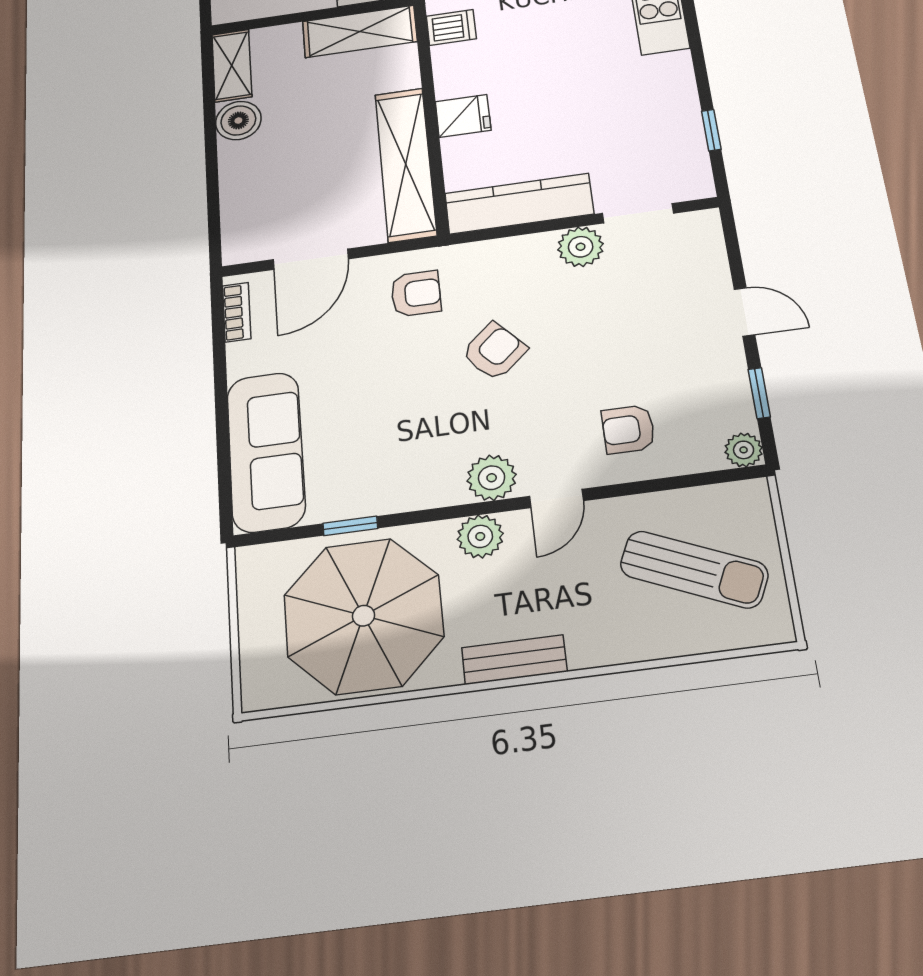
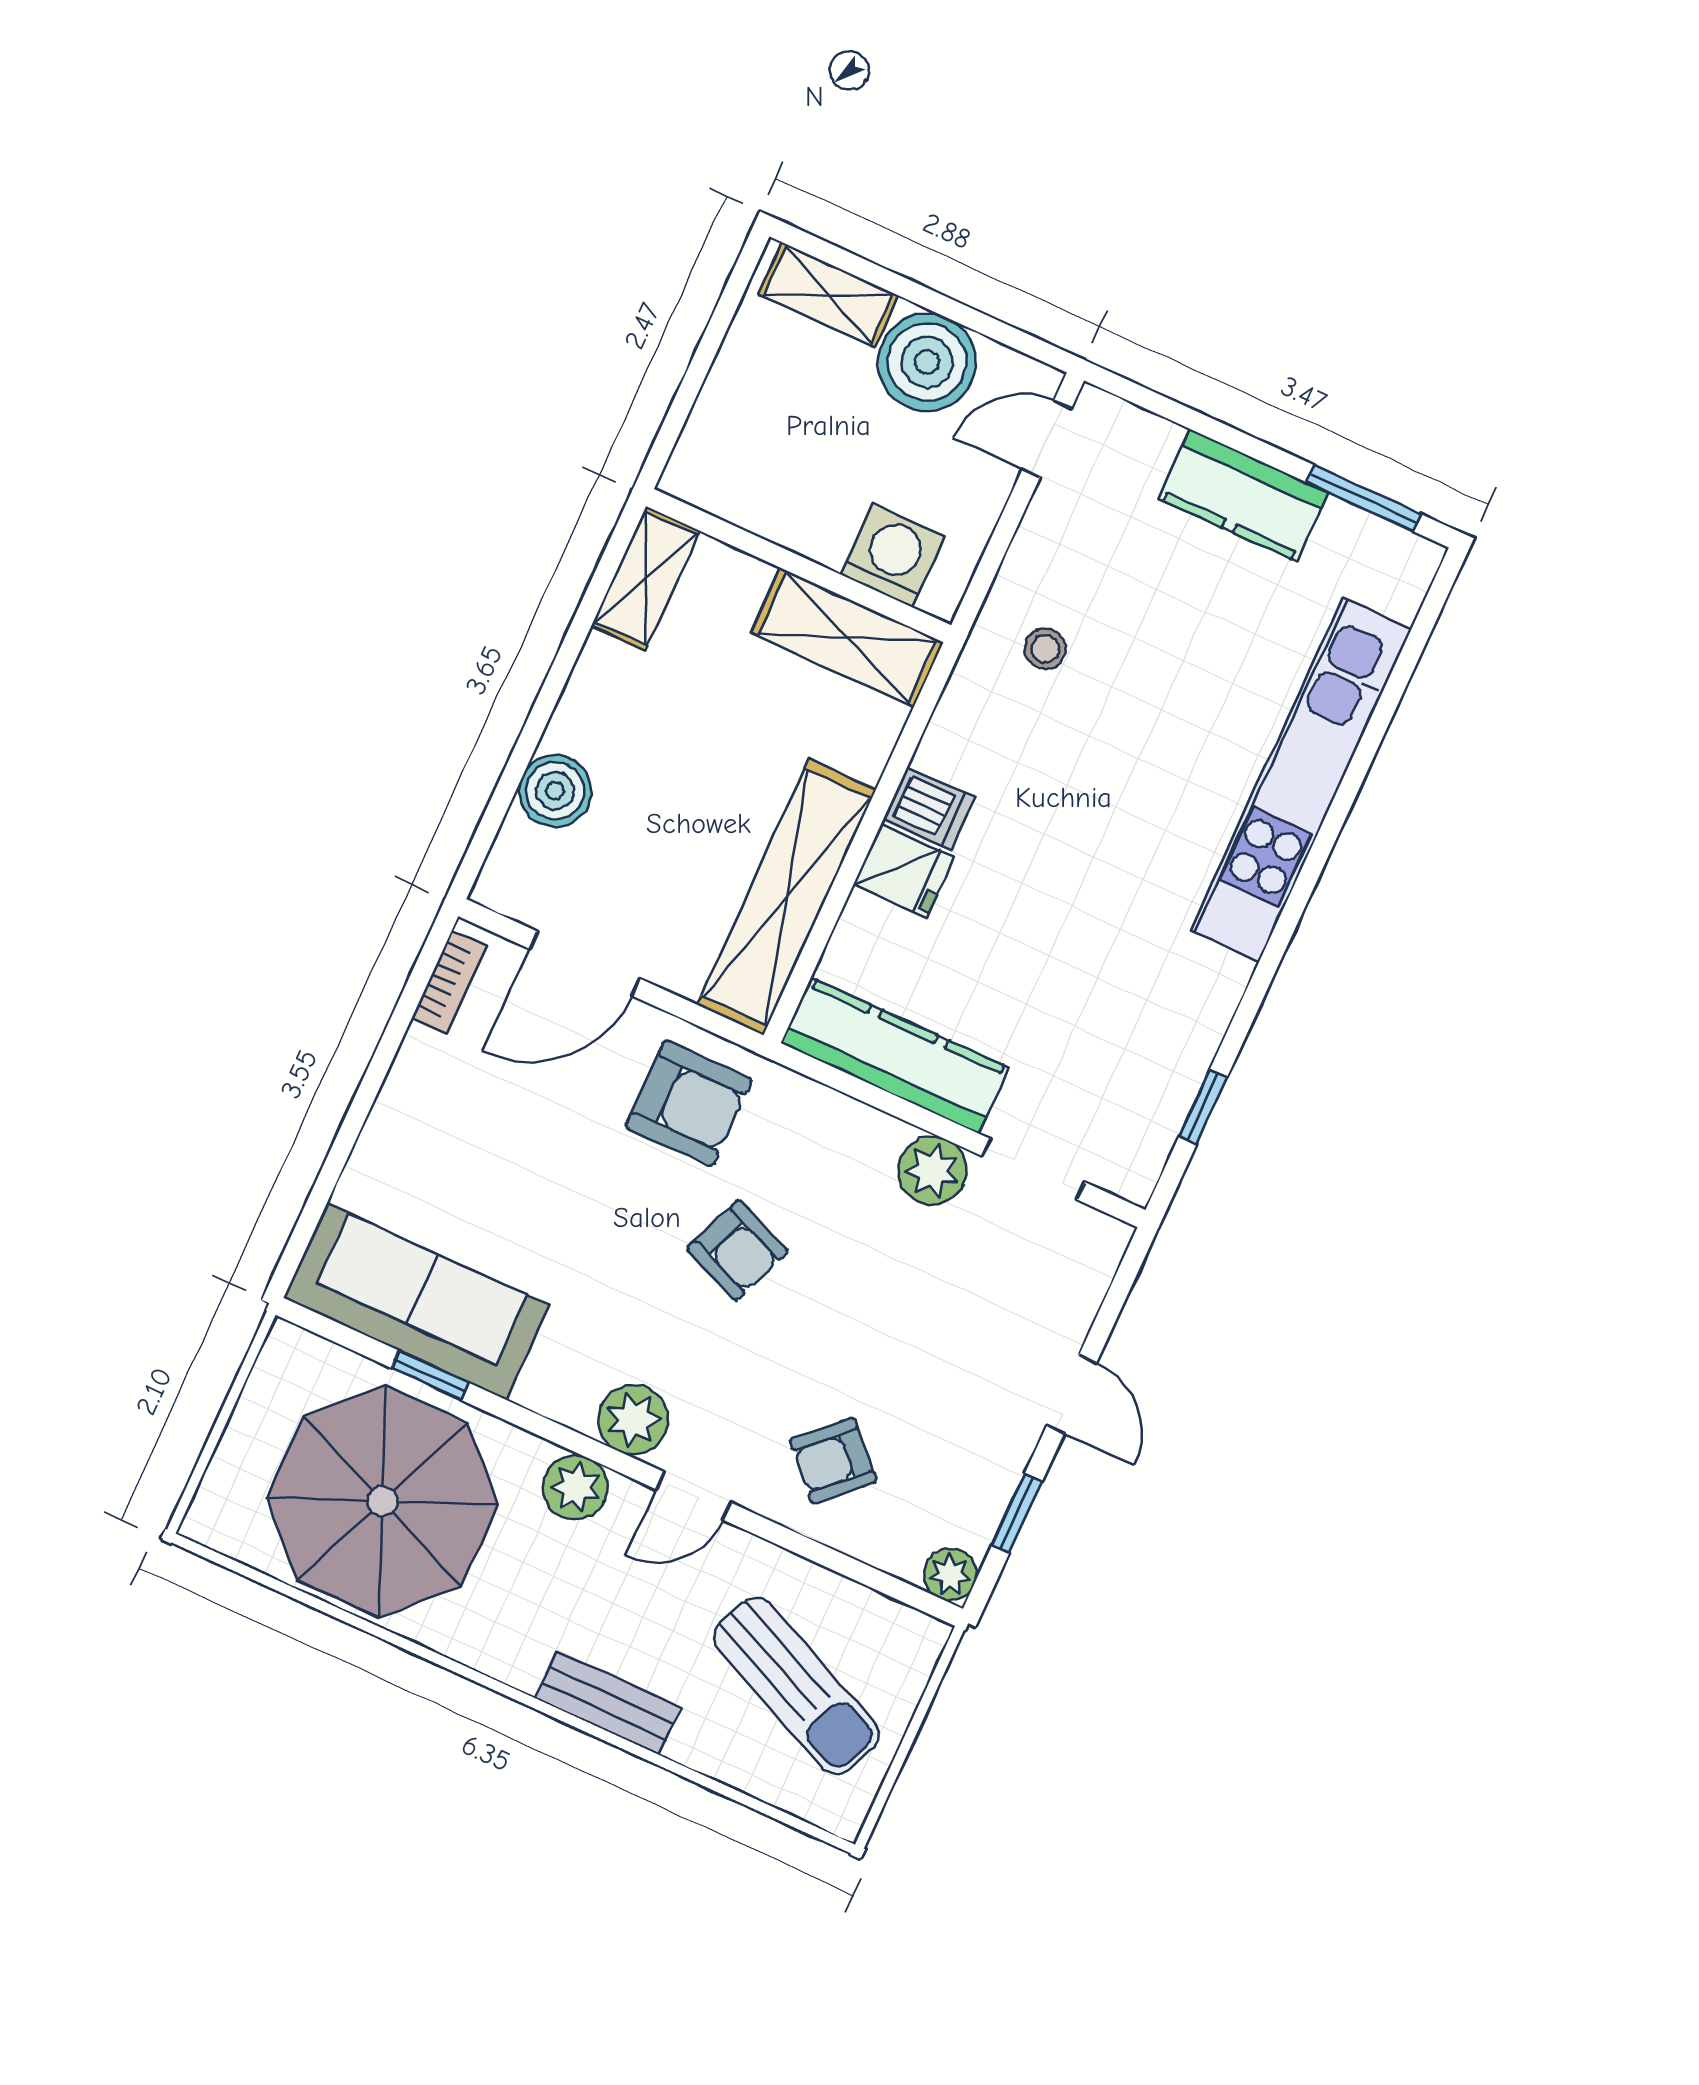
dishwasher: (451, 27) -> (929, 808), moved
boiler: (238, 120) -> (555, 791), moved
armchair: (416, 294) -> (689, 1103), width x1.38, depth x1.38
armchair: (494, 351) -> (737, 1250), turned 64
armchair: (628, 429) -> (833, 1461), turned -44
sofa: (266, 451) -> (416, 1302), moved, turned -90
bench: (514, 660) -> (608, 1703), moved

